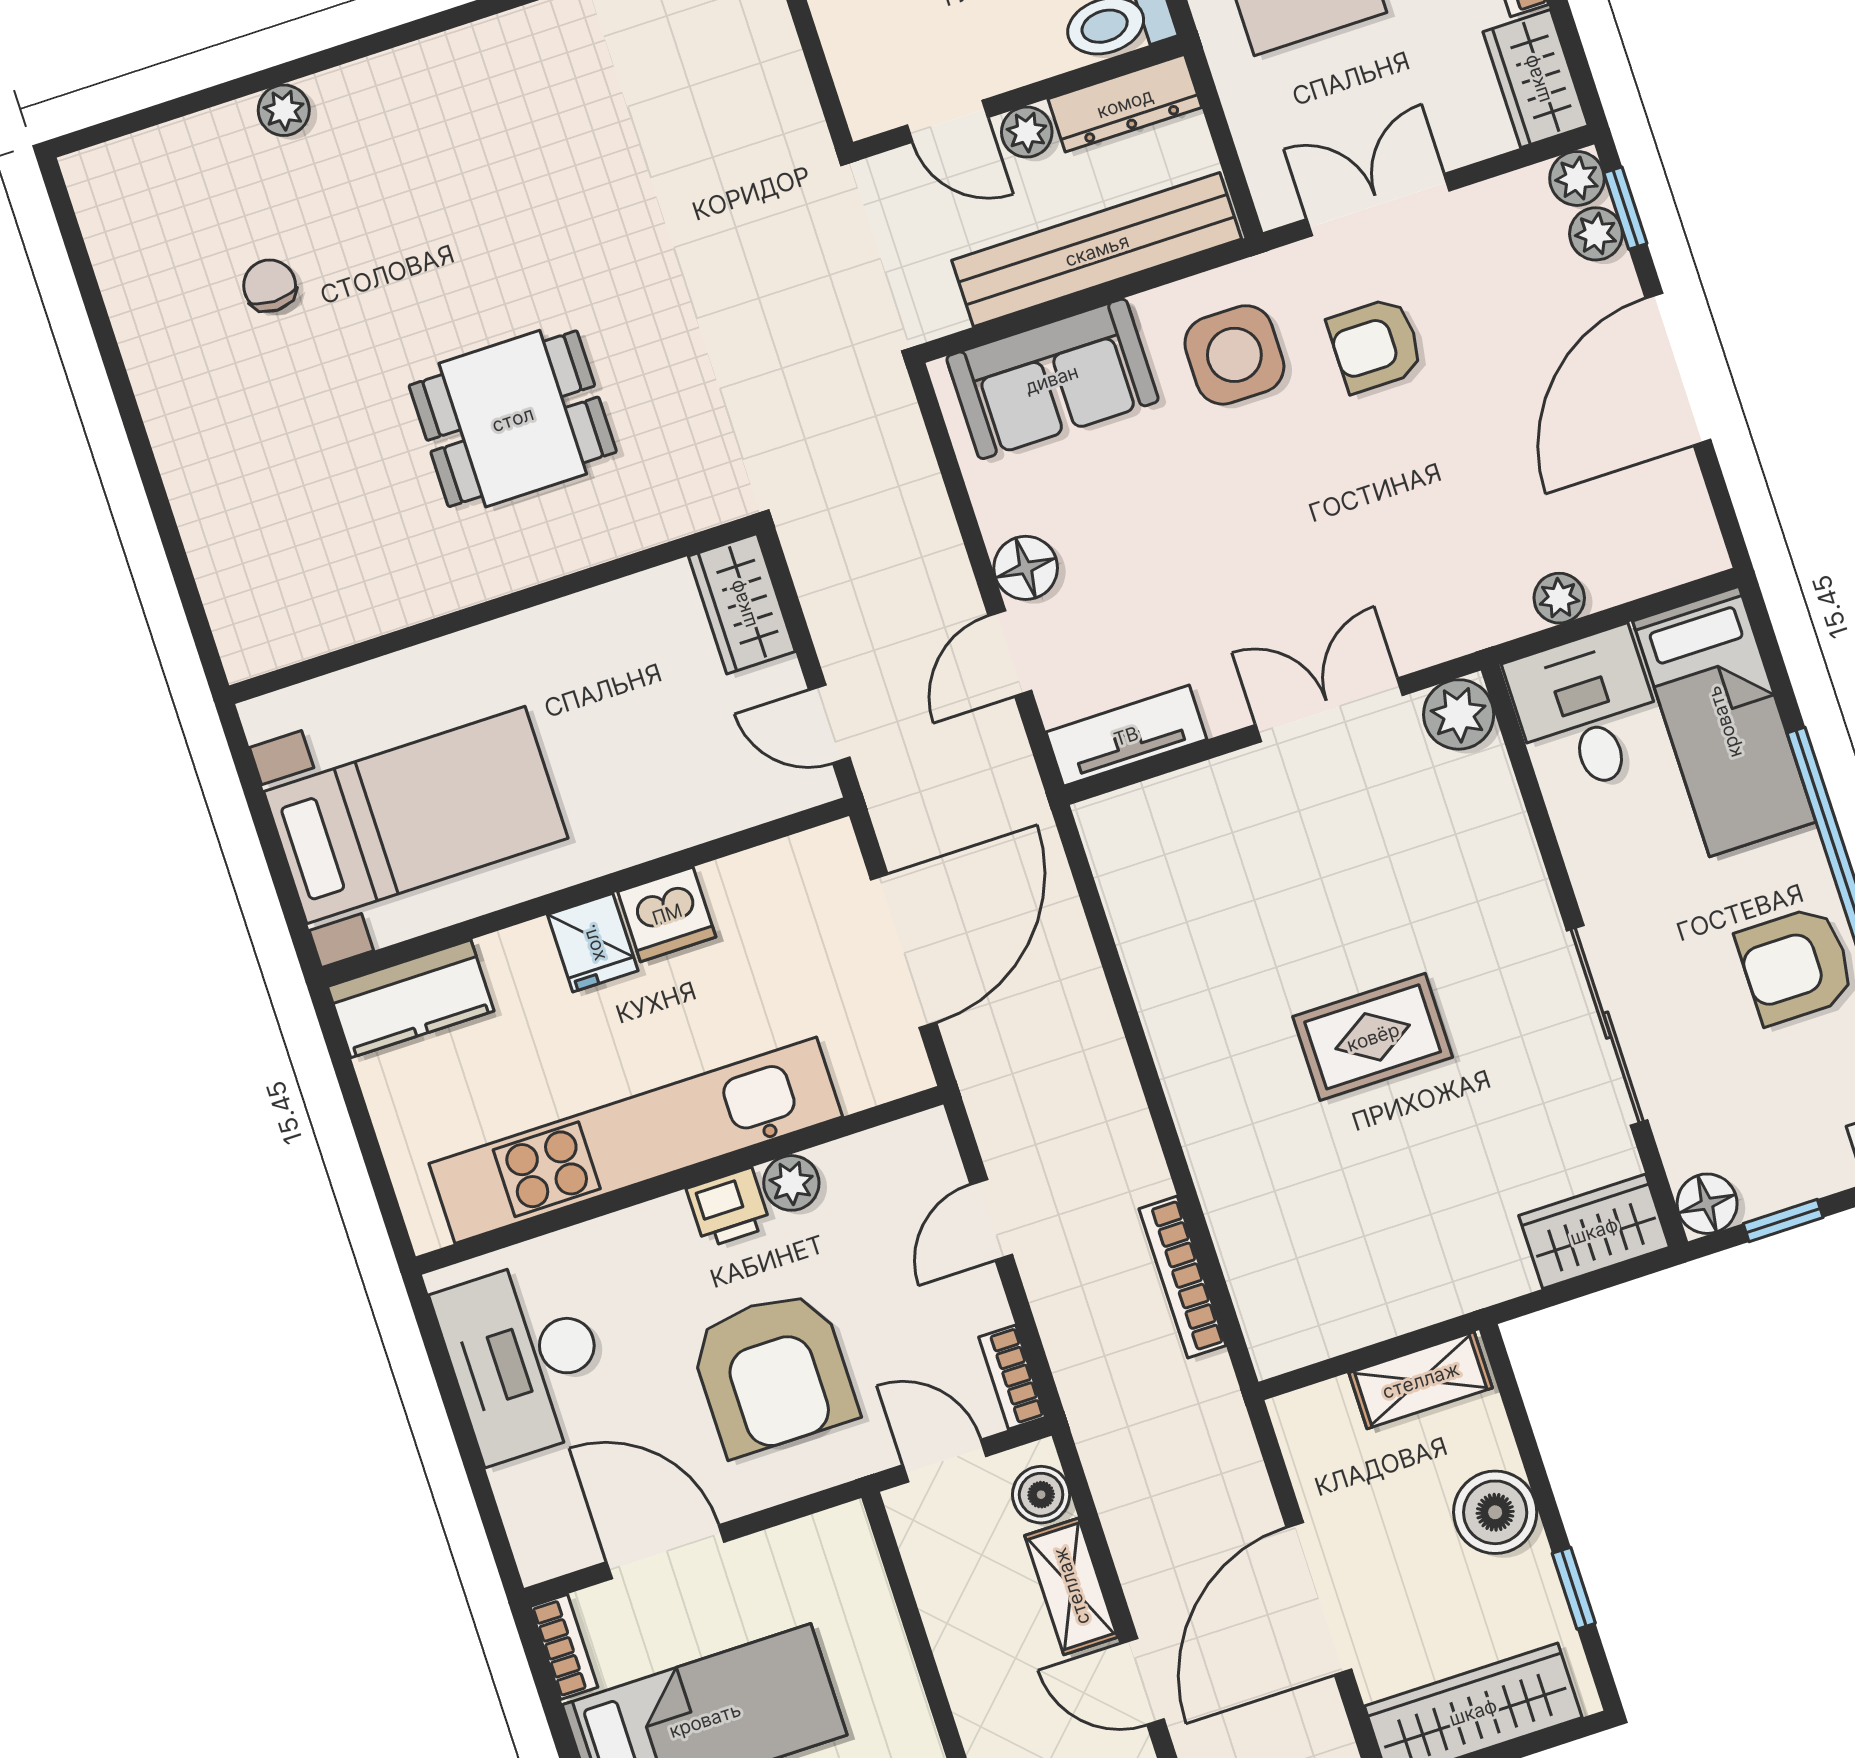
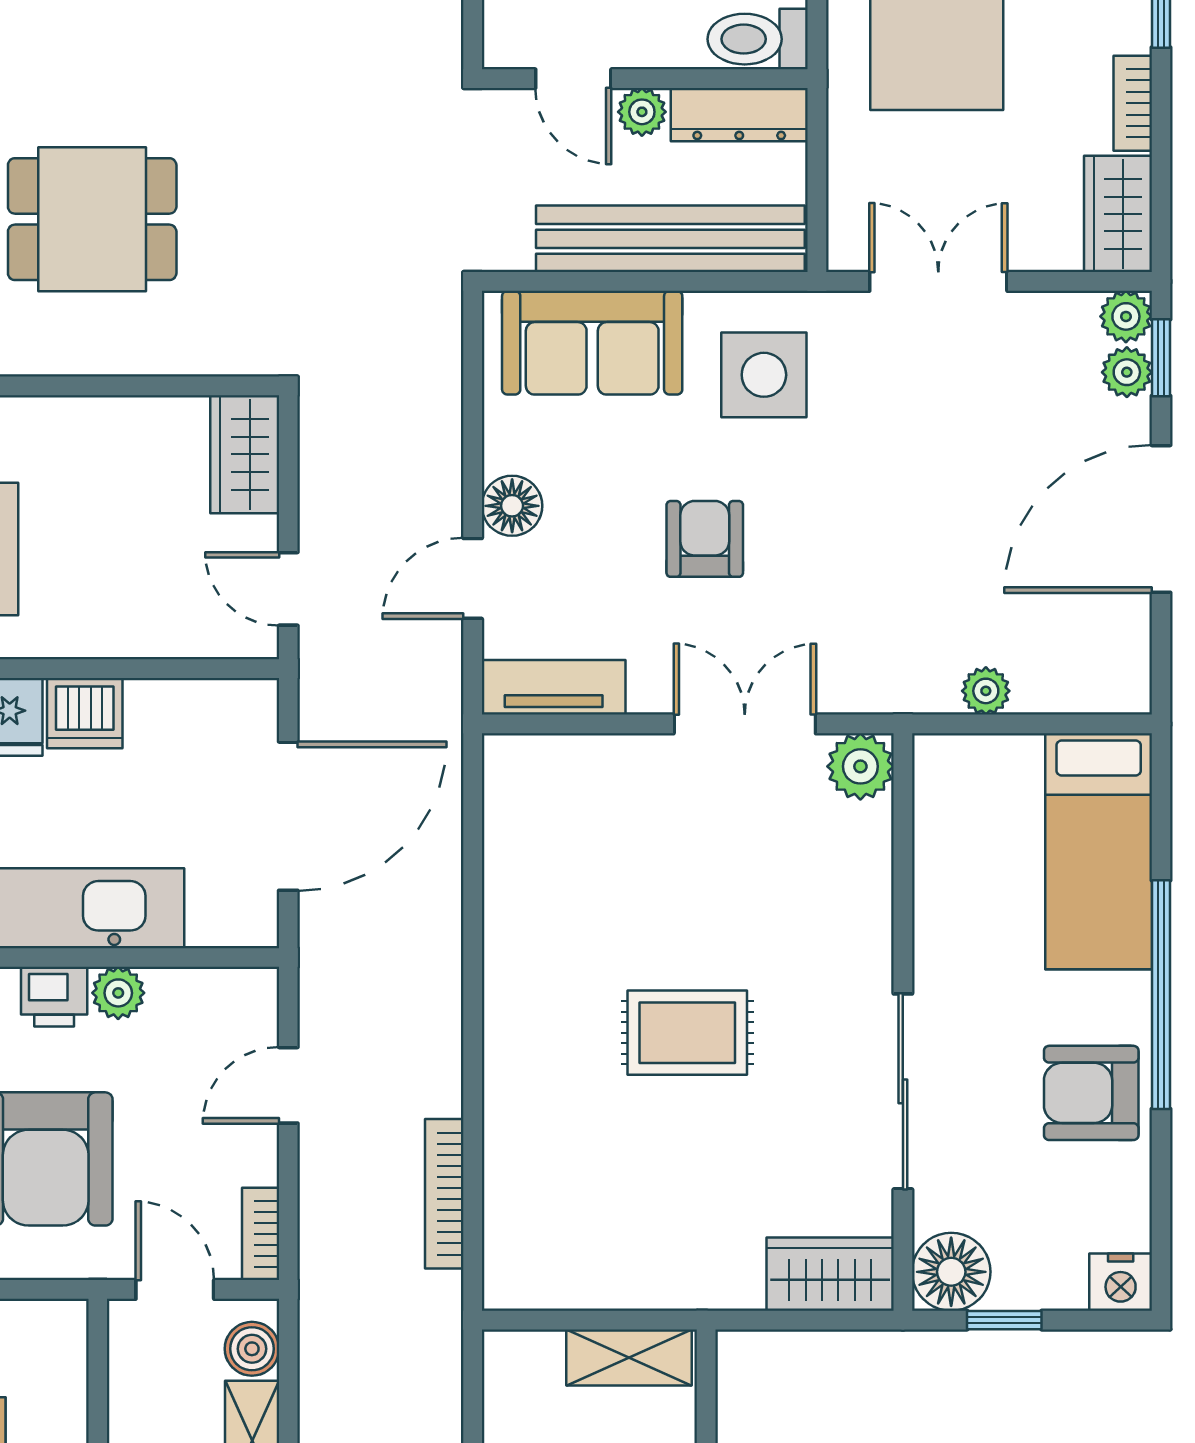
armchair: (1375, 345) -> (705, 539), moved, turned 90
desk: (1587, 711) -> (977, 802), removed
floor lamp: (1707, 1204) -> (951, 1272), width x1.38, depth x1.38

